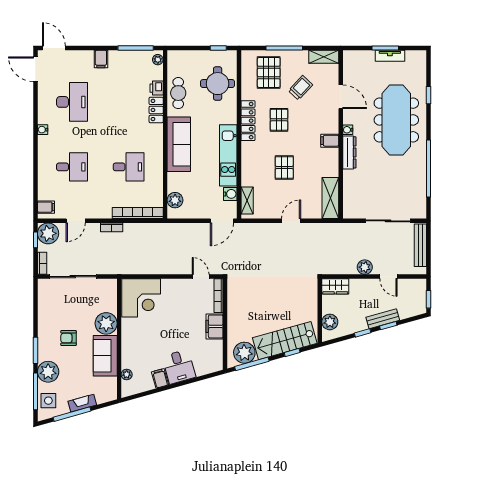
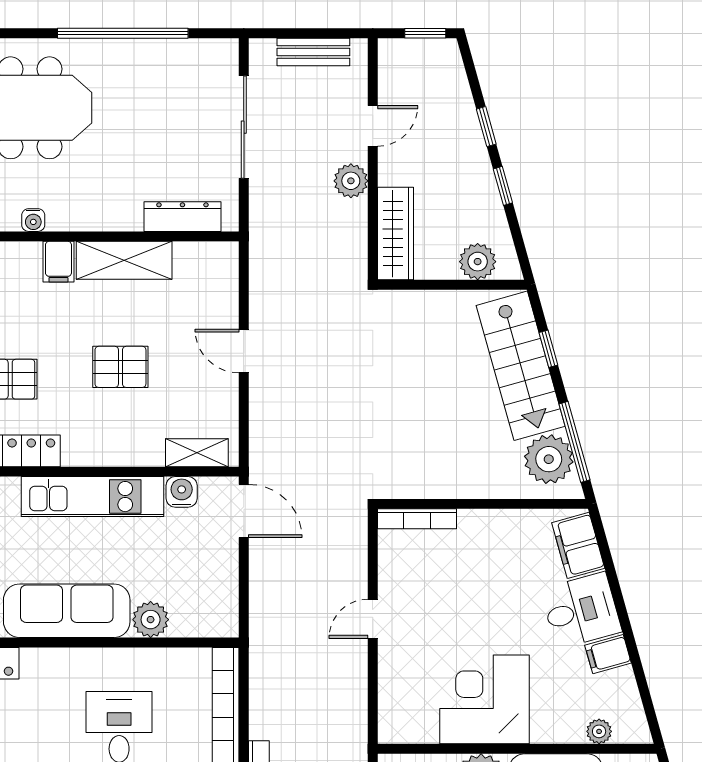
dresser: (349, 152) -> (182, 217), moved
shelving: (330, 198) -> (124, 260), moved
plant: (175, 200) -> (151, 620), moved
bench: (420, 245) -> (313, 52), width x0.73
door: (201, 277) -> (373, 619), moved
wardrobe: (335, 286) -> (395, 234), width x1.50
corner desk: (141, 298) -> (484, 699), moved, turned -90
bench: (383, 319) -> (470, 139), removed
filing cabinet: (215, 326) -> (578, 545), moved, turned 74

